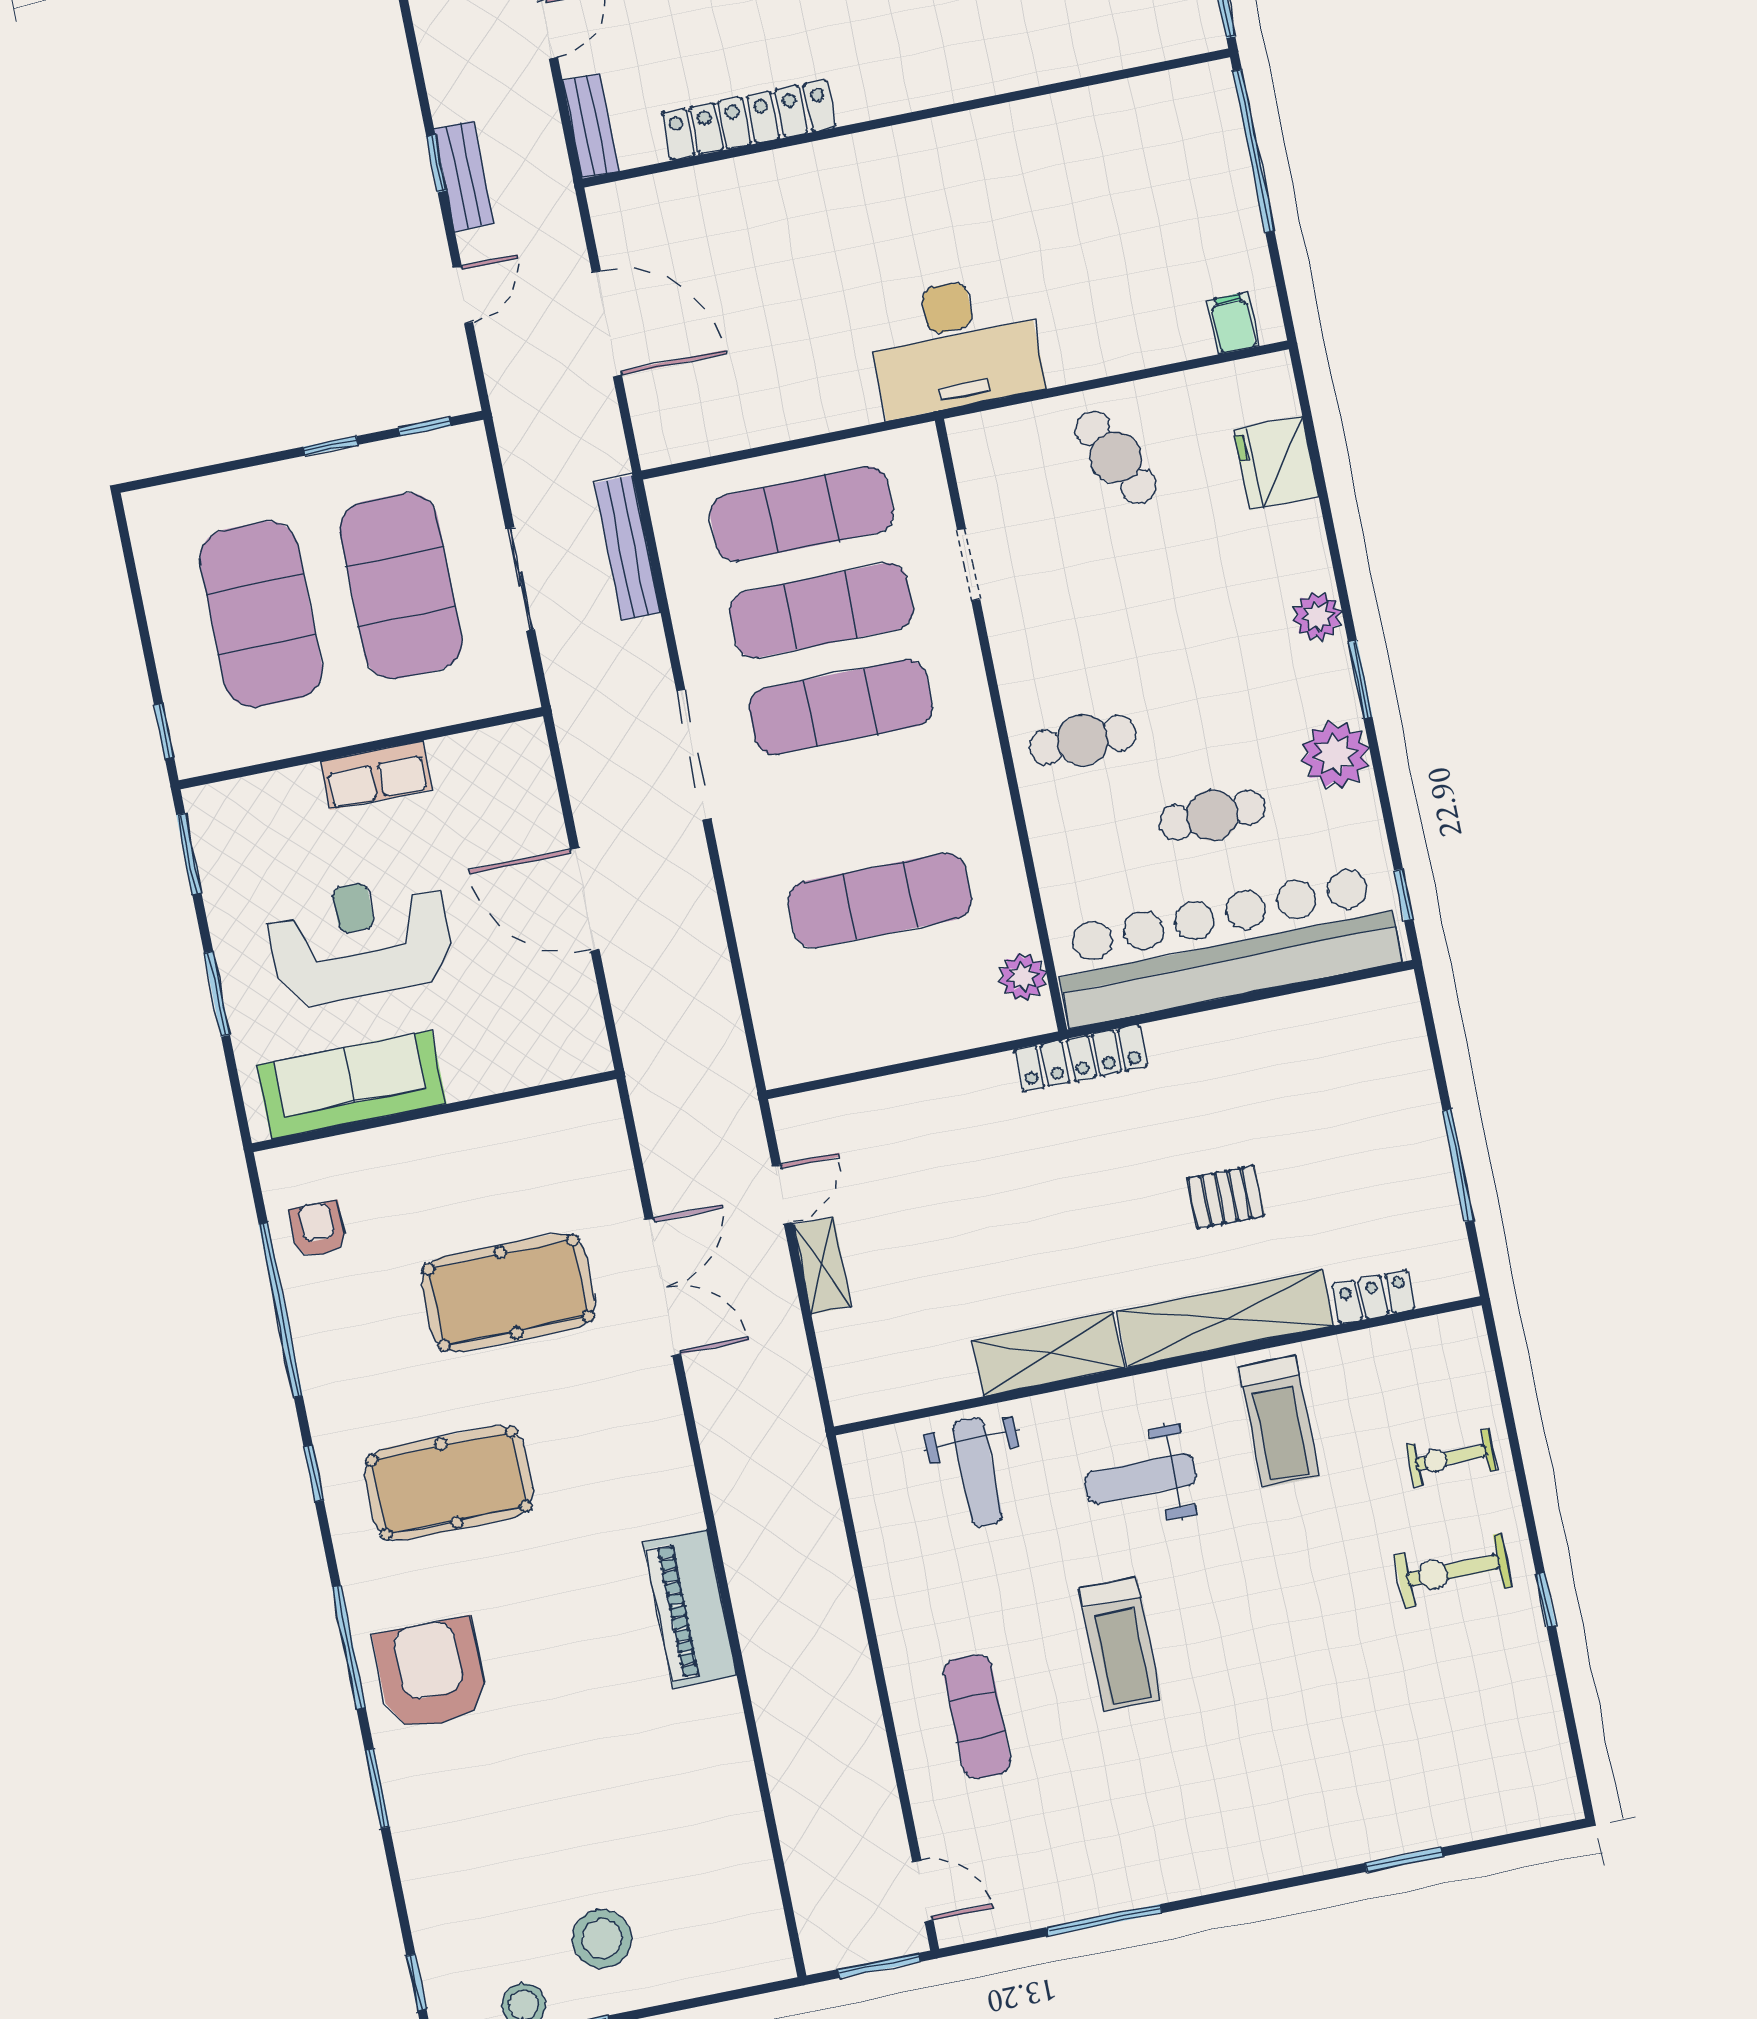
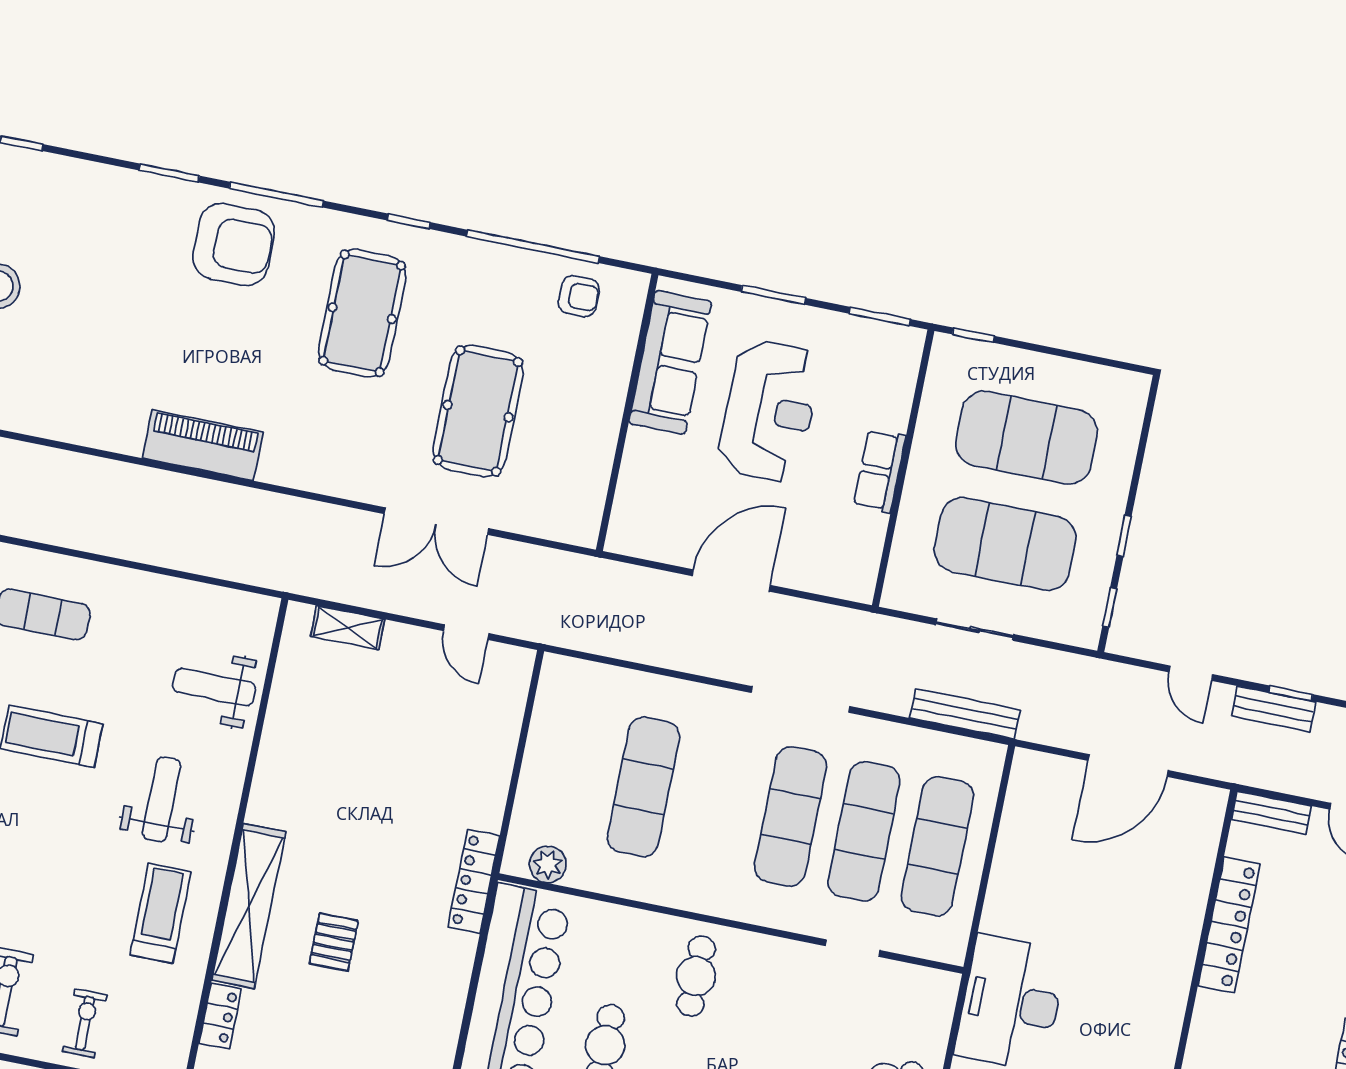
shelving: (822, 1266) -> (348, 628), moved
shelving: (1048, 1354) -> (276, 771), removed
treadmill: (1279, 1422) -> (161, 913), turned 90

